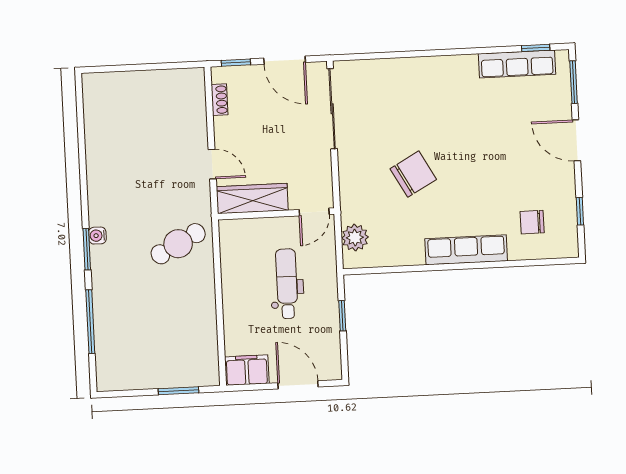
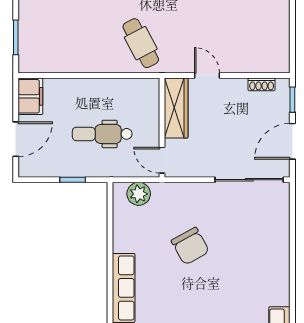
door: (212, 164) -> (207, 75), swing flipped
dental chair: (287, 284) -> (102, 134), turned 180

